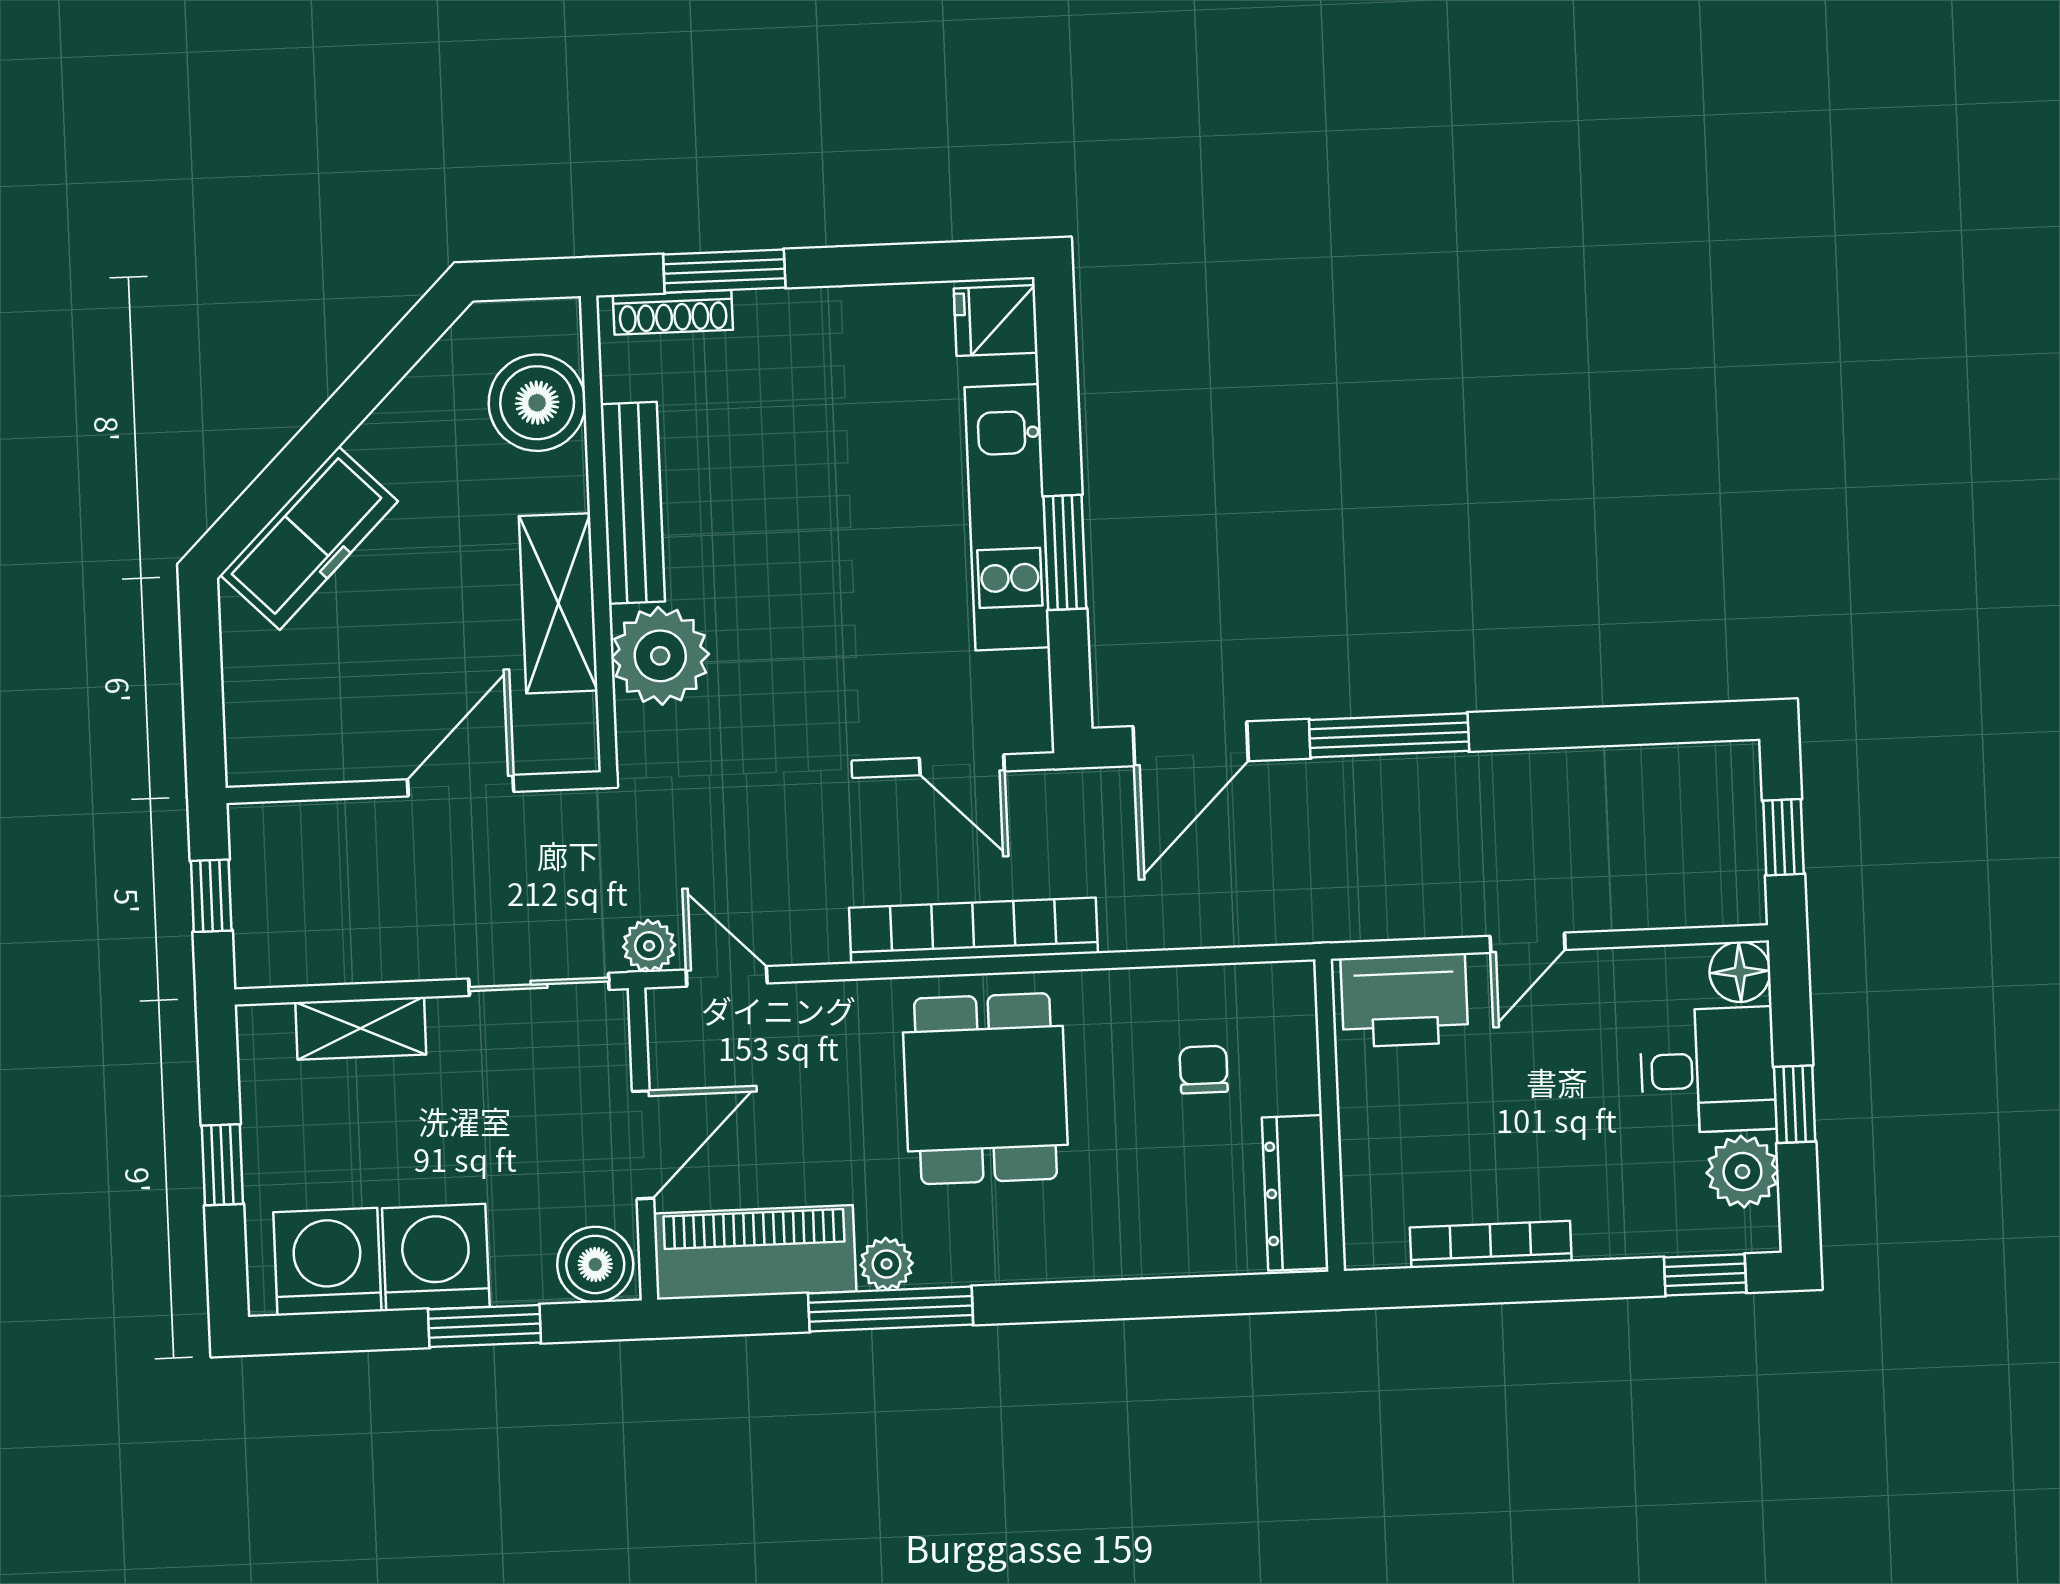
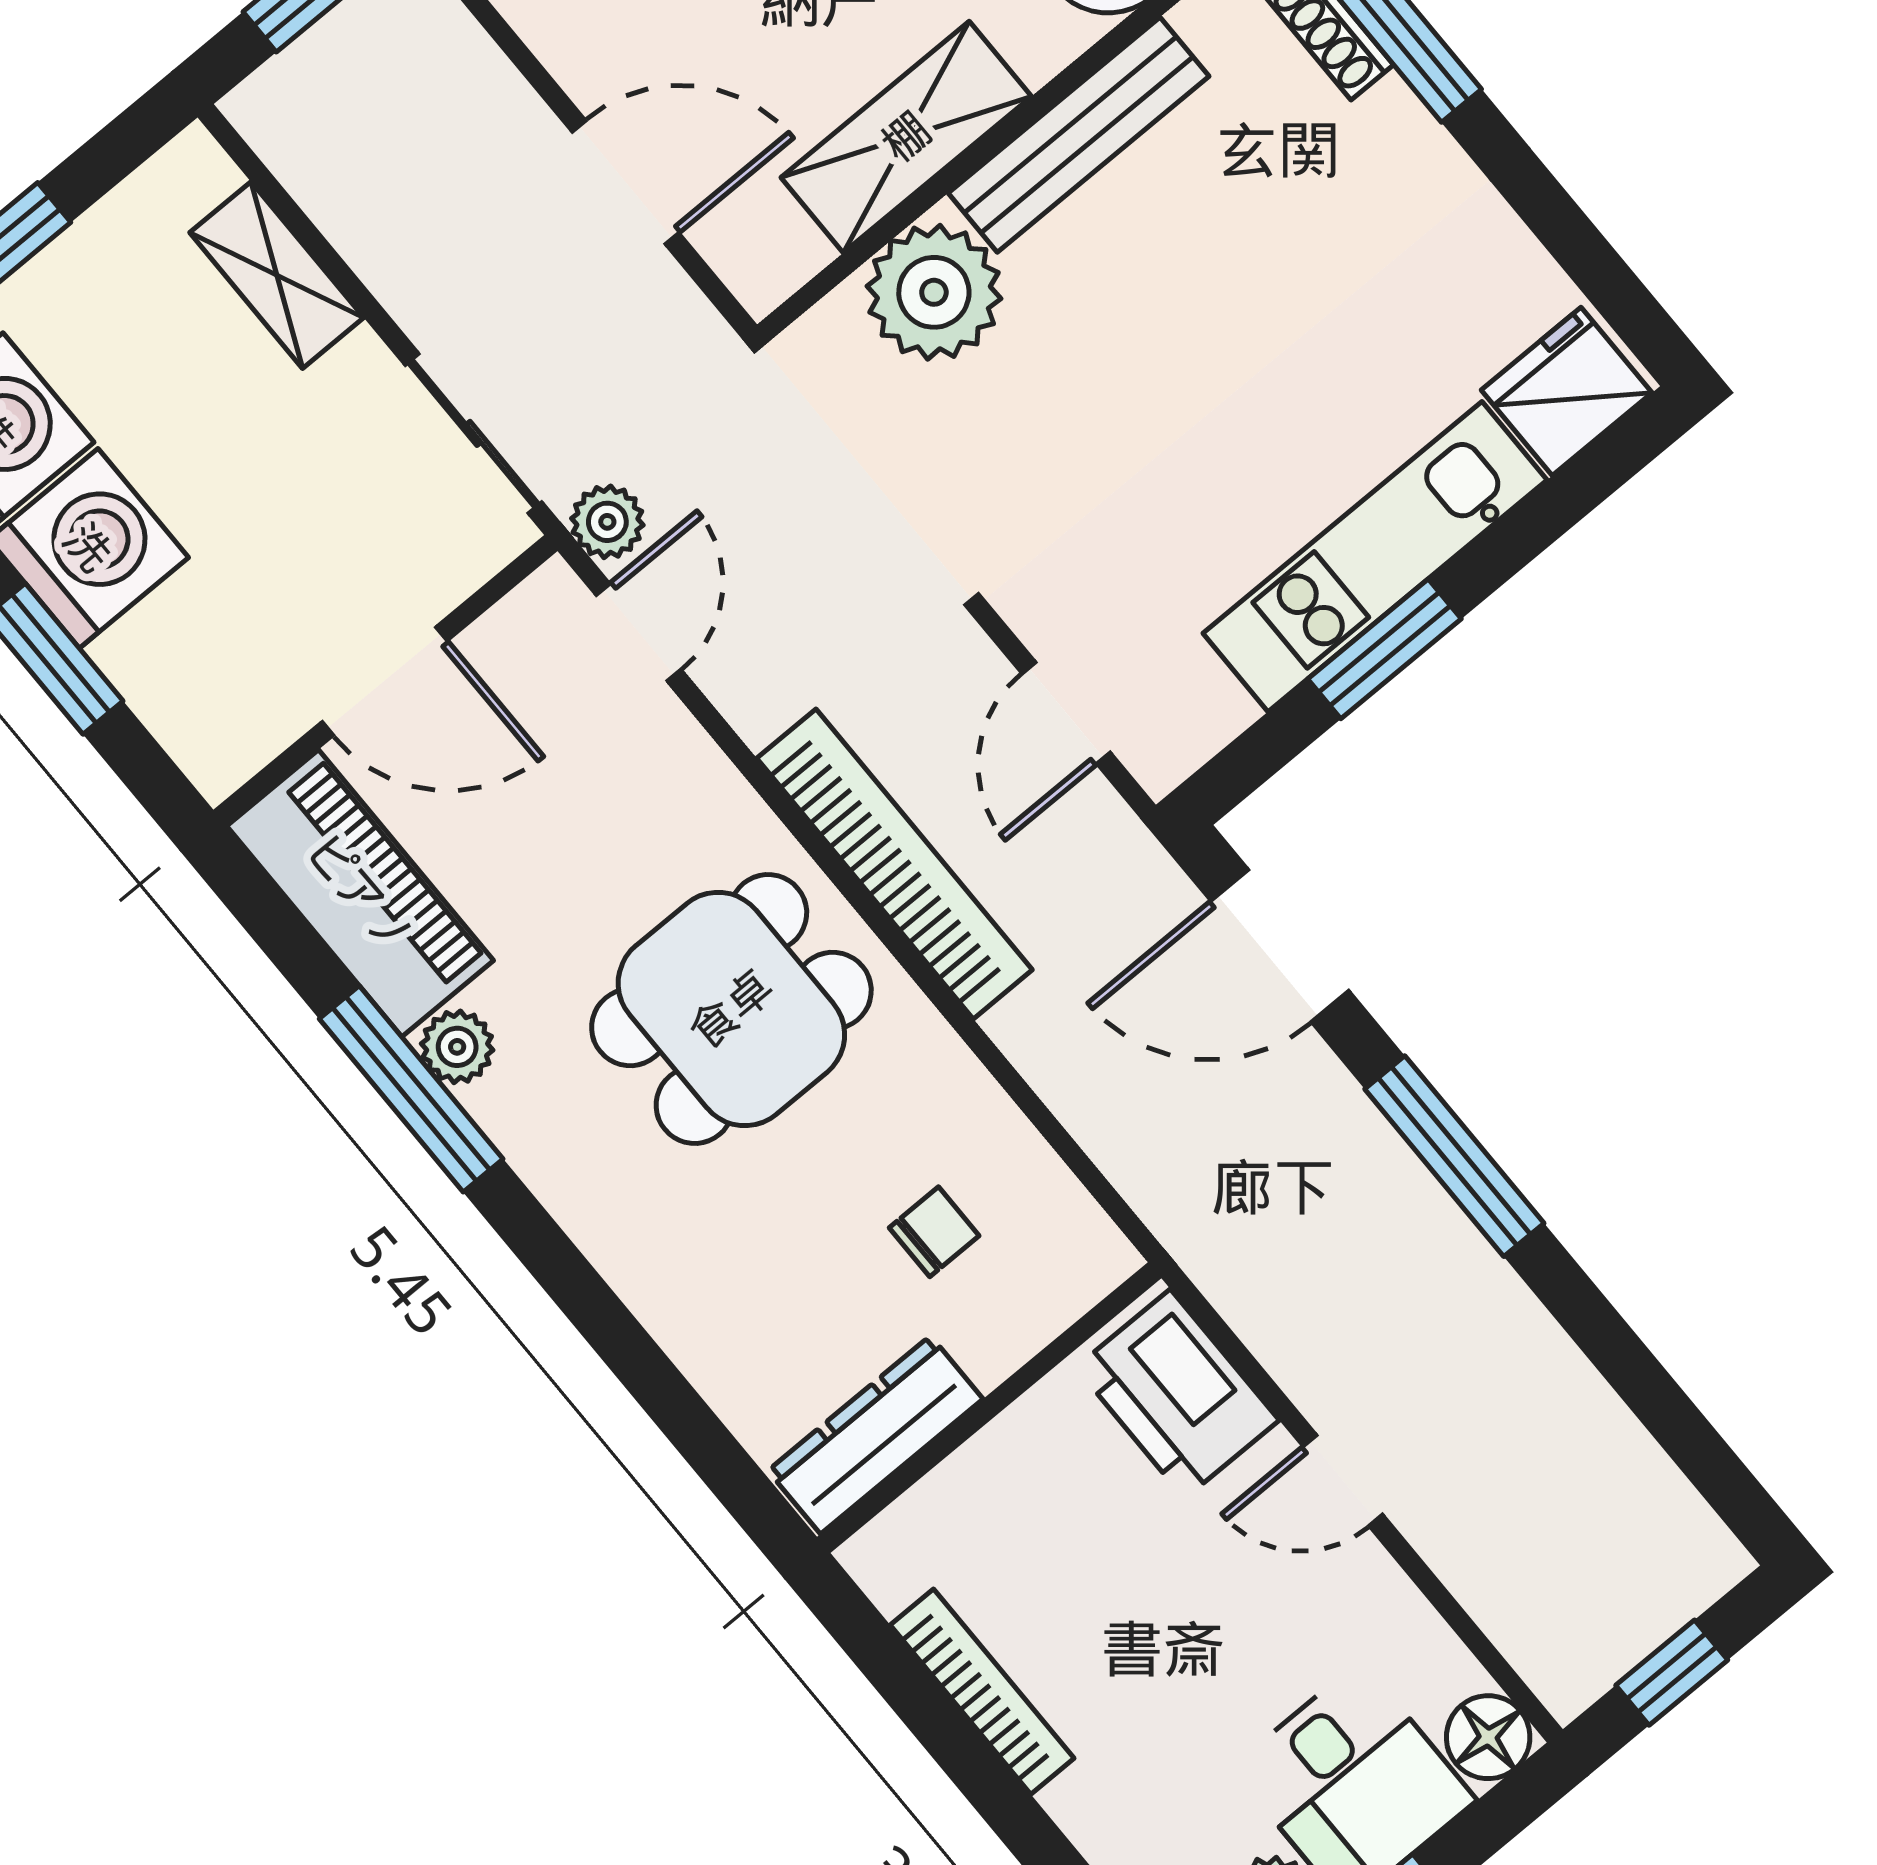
fridge: (996, 321) -> (1567, 391), width x1.38
boiler: (595, 1264) -> (214, 729), removed

